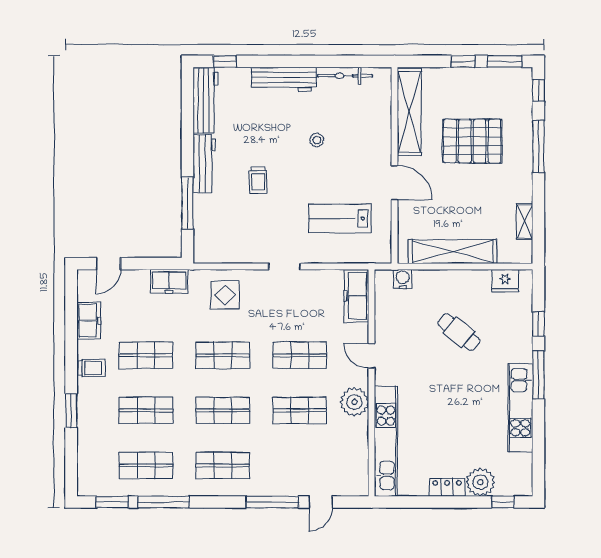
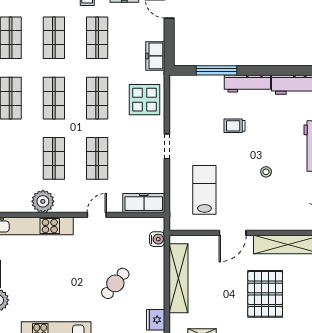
display table: (225, 295) -> (145, 100), width x1.36, depth x1.36
plant: (354, 402) -> (43, 201), moved

